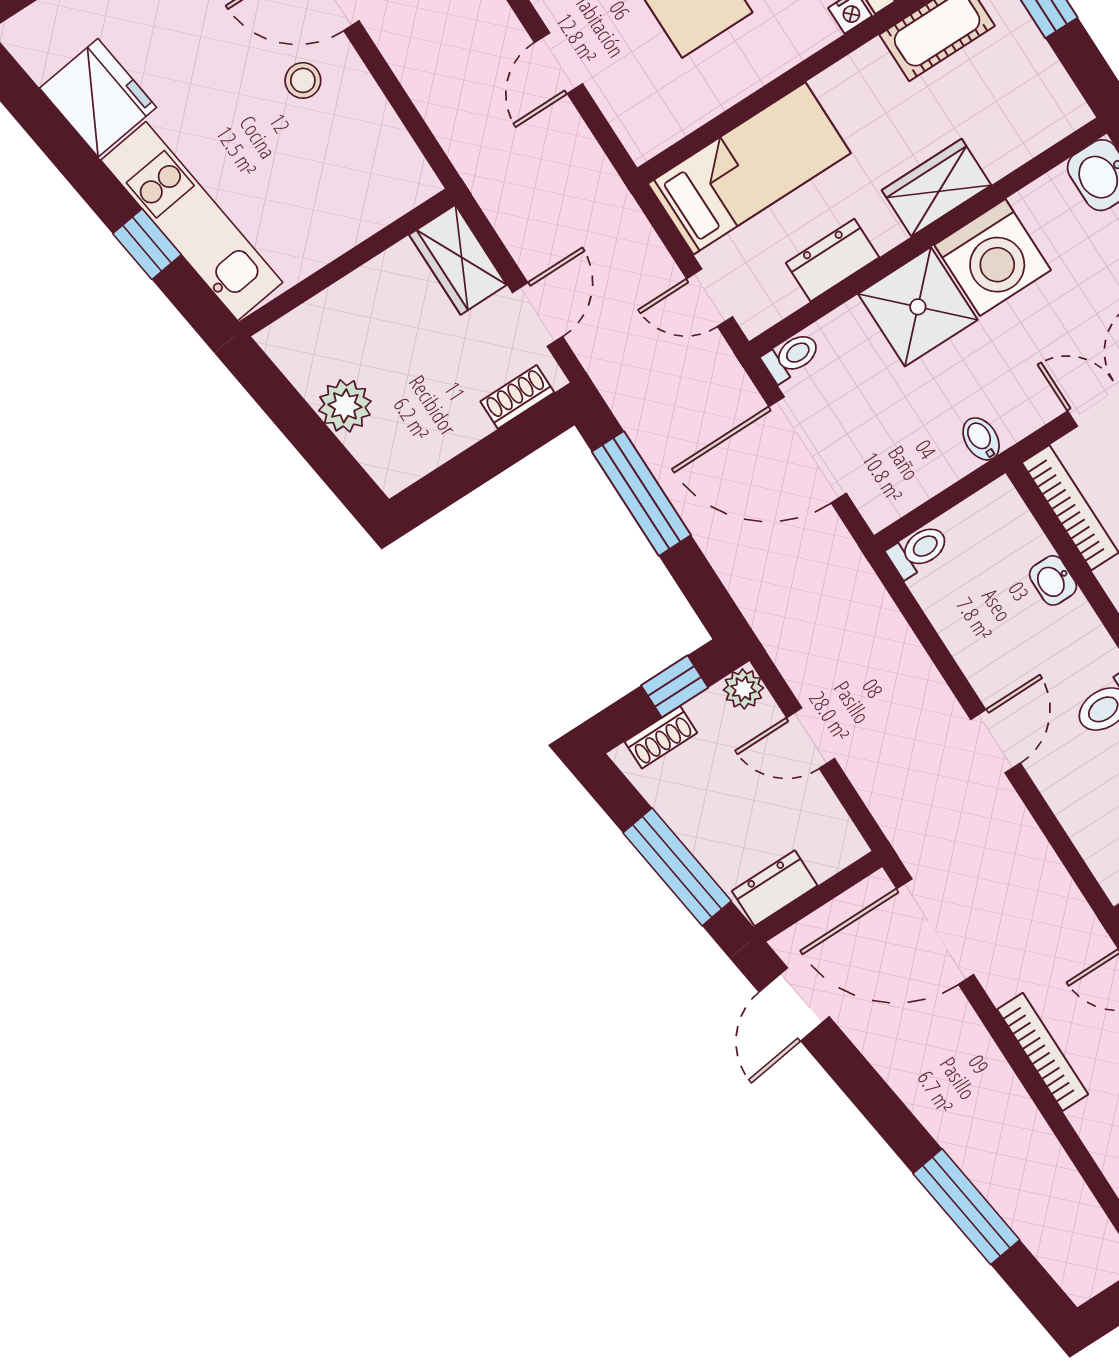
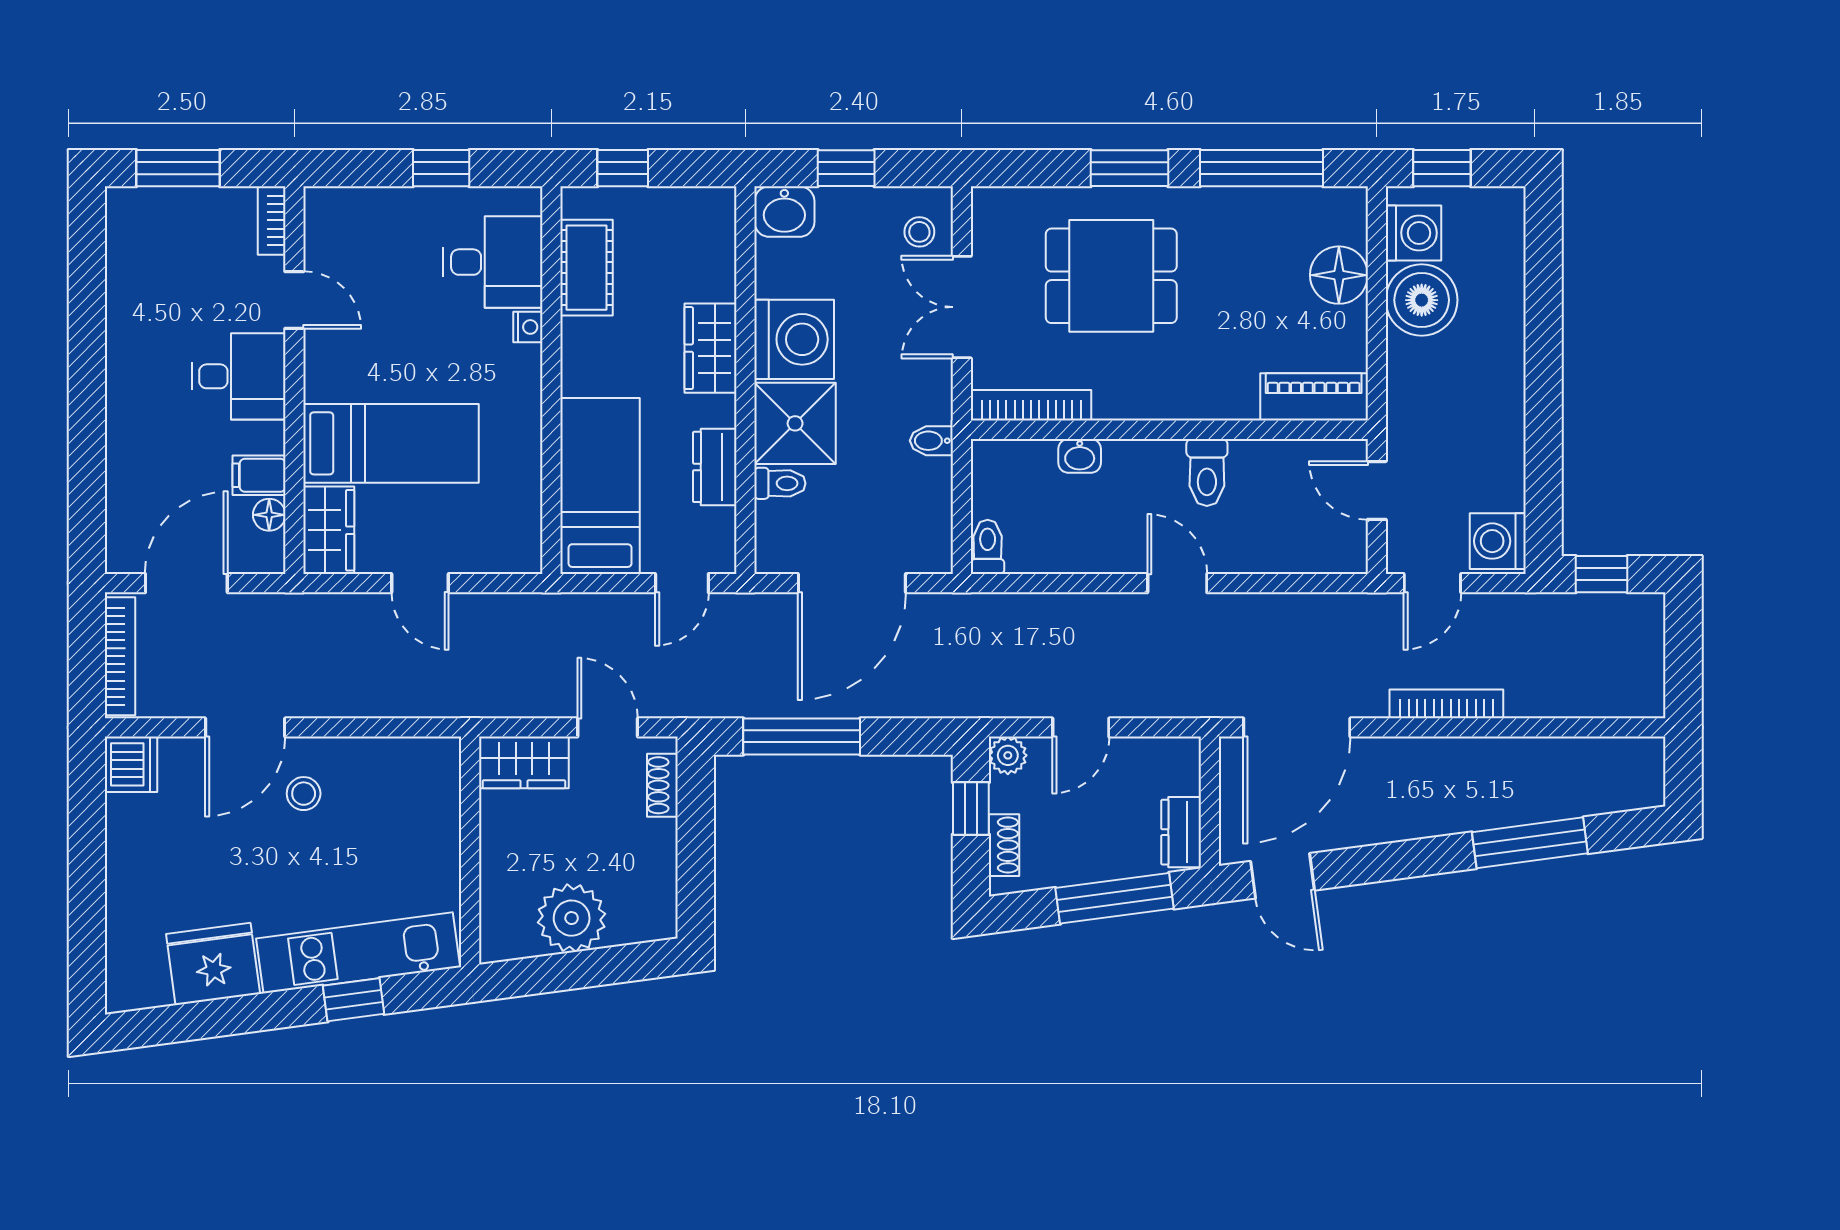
toilet: (791, 357) -> (780, 483), moved, turned 90
plant: (345, 406) -> (572, 918), width x1.36, depth x1.36

